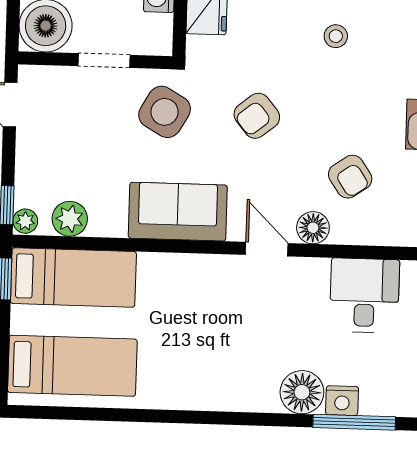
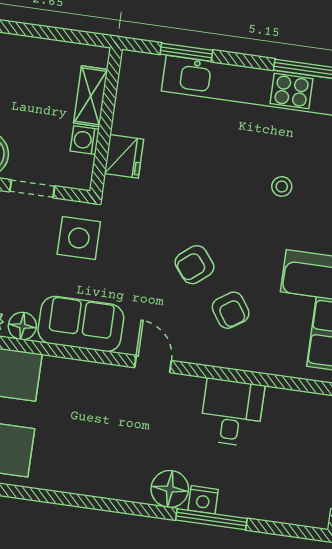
stool: (336, 36) -> (282, 187), moved
side table: (165, 112) -> (79, 238), turned -30
armchair: (257, 116) -> (194, 265), moved
floor lamp: (313, 228) -> (22, 326), moved

